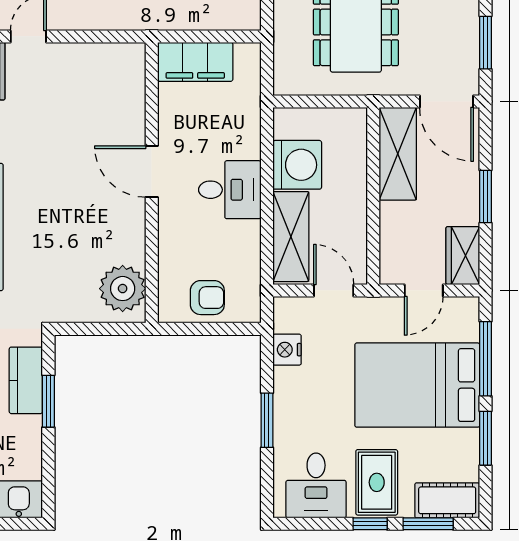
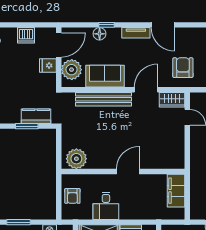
desk: (230, 190) -> (106, 206), moved

